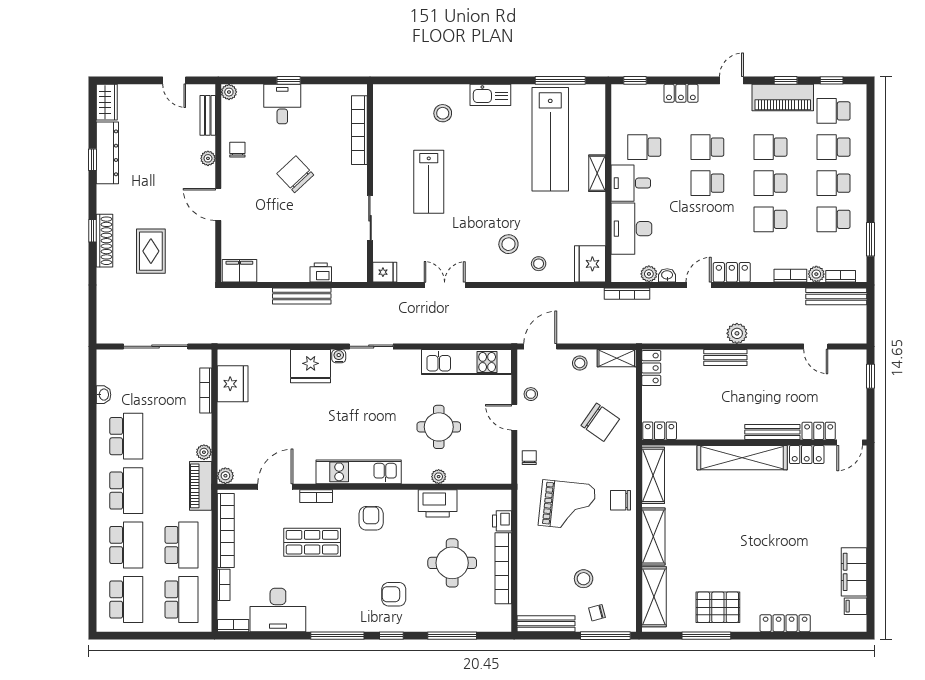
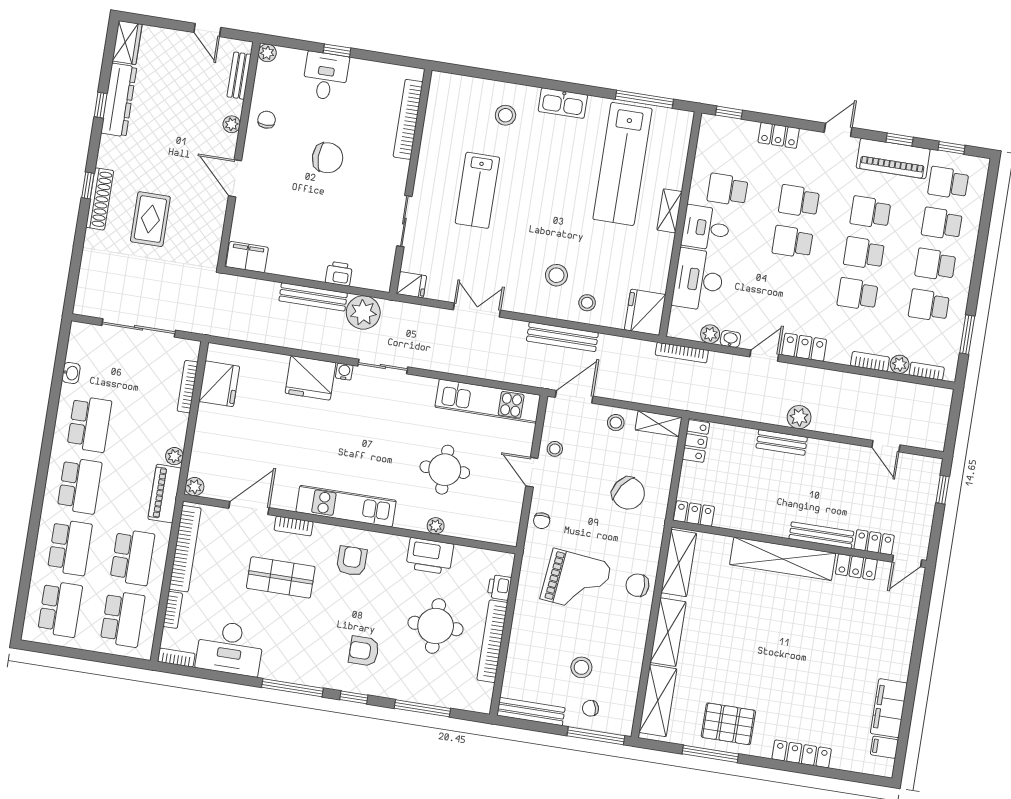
chair: (295, 174) -> (328, 158), turned 133
bench: (836, 296) -> (562, 337), moved
plant: (347, 303) -> (363, 312), added
chair: (529, 458) -> (542, 521), turned 180

